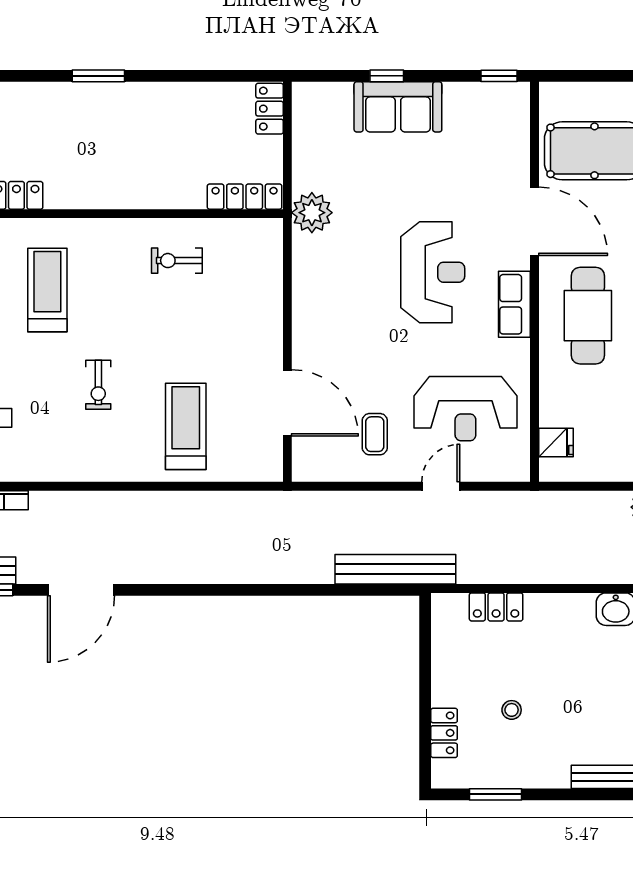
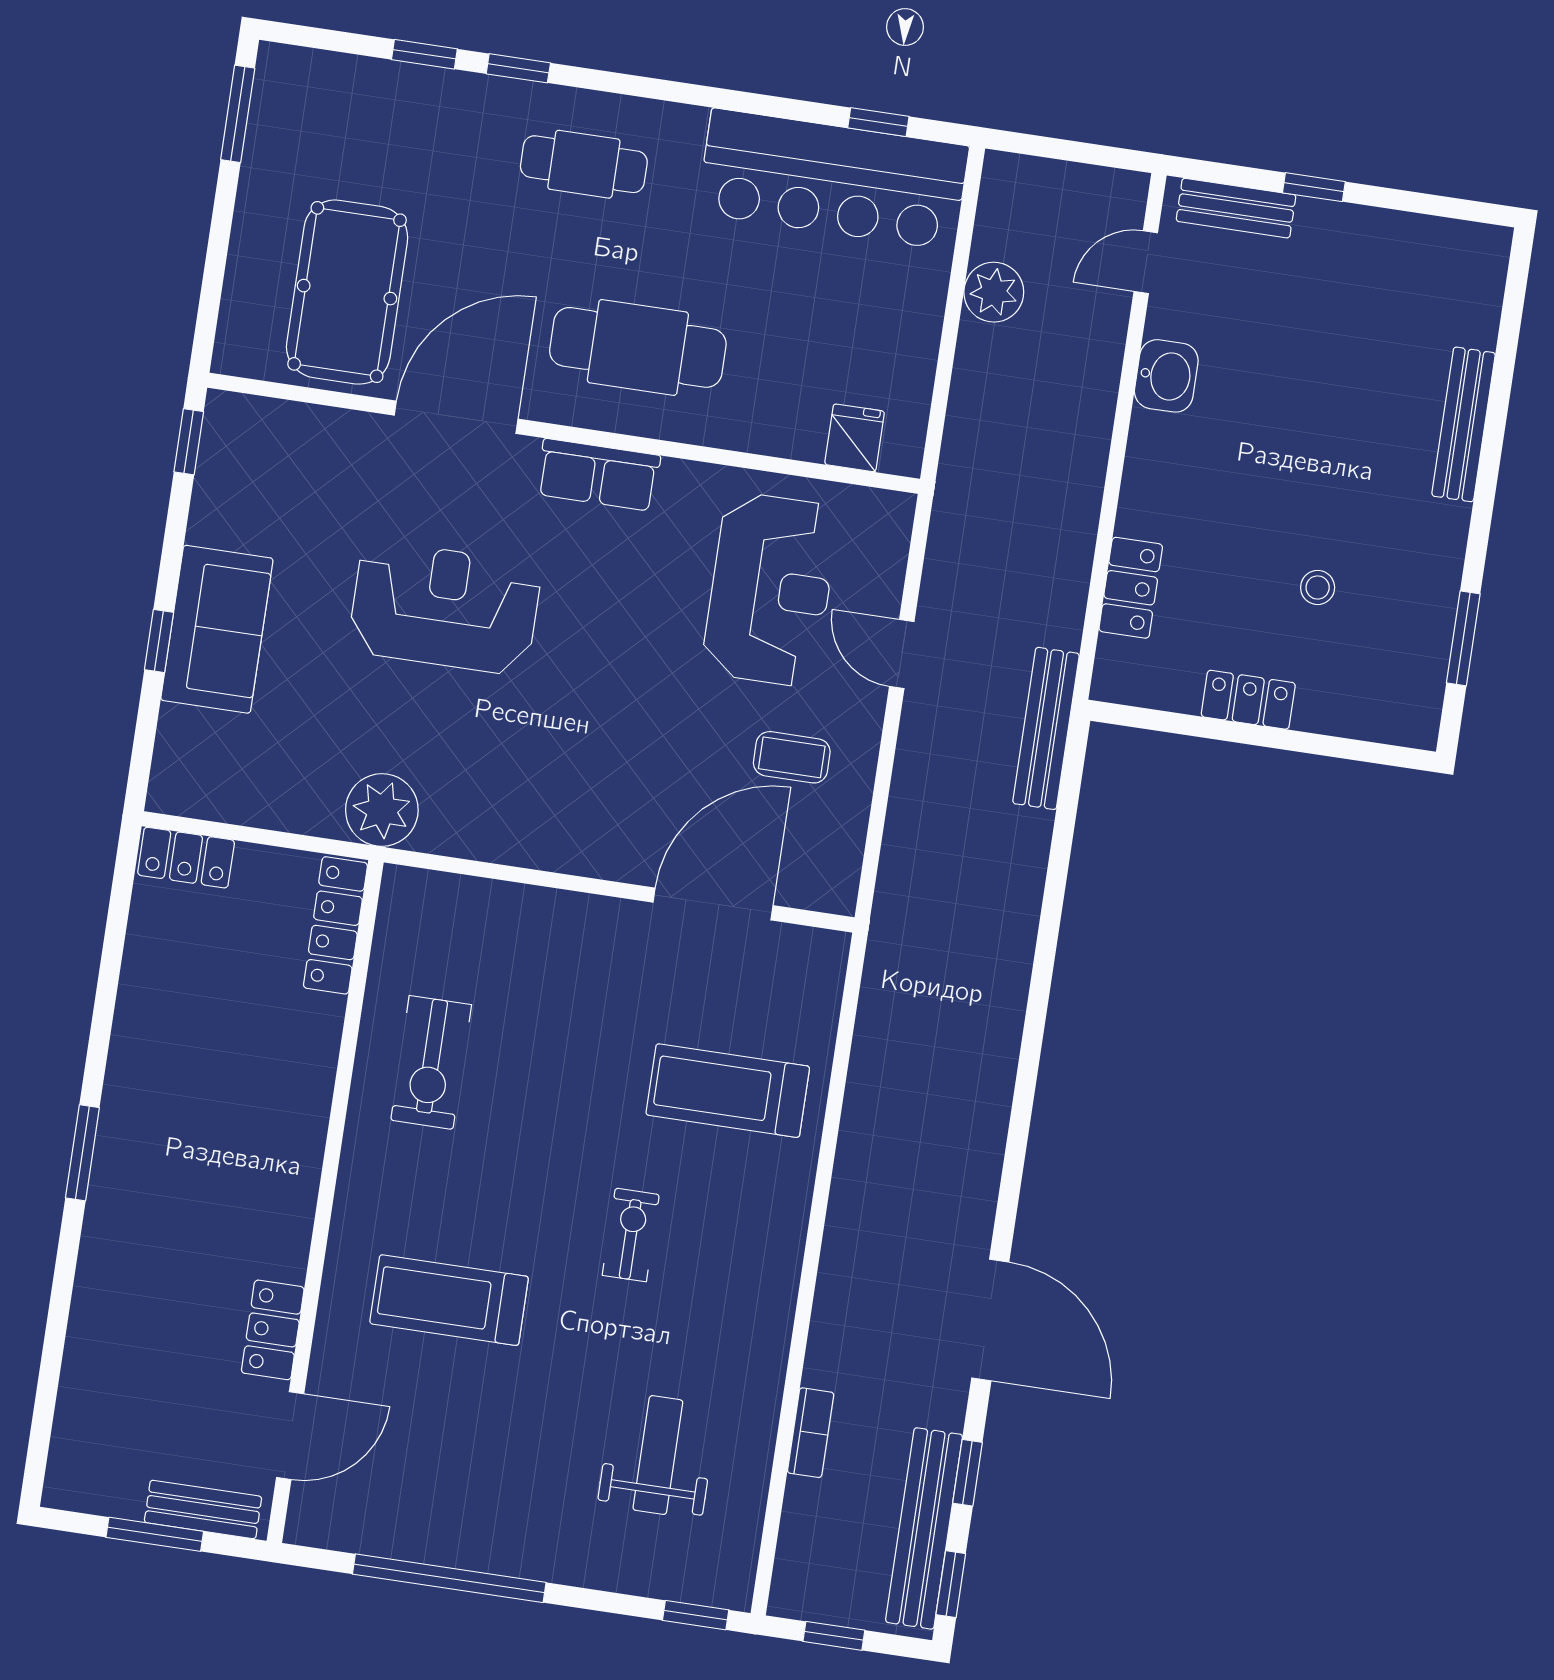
exercise bike: (177, 261) -> (431, 1062), width x1.38, depth x1.39
reception desk: (433, 272) -> (445, 608), moved
exercise bike: (98, 385) -> (631, 1235), turned -90
bench: (395, 569) -> (1046, 728), width x0.73, depth x0.82
locker: (444, 733) -> (1248, 700), moved

